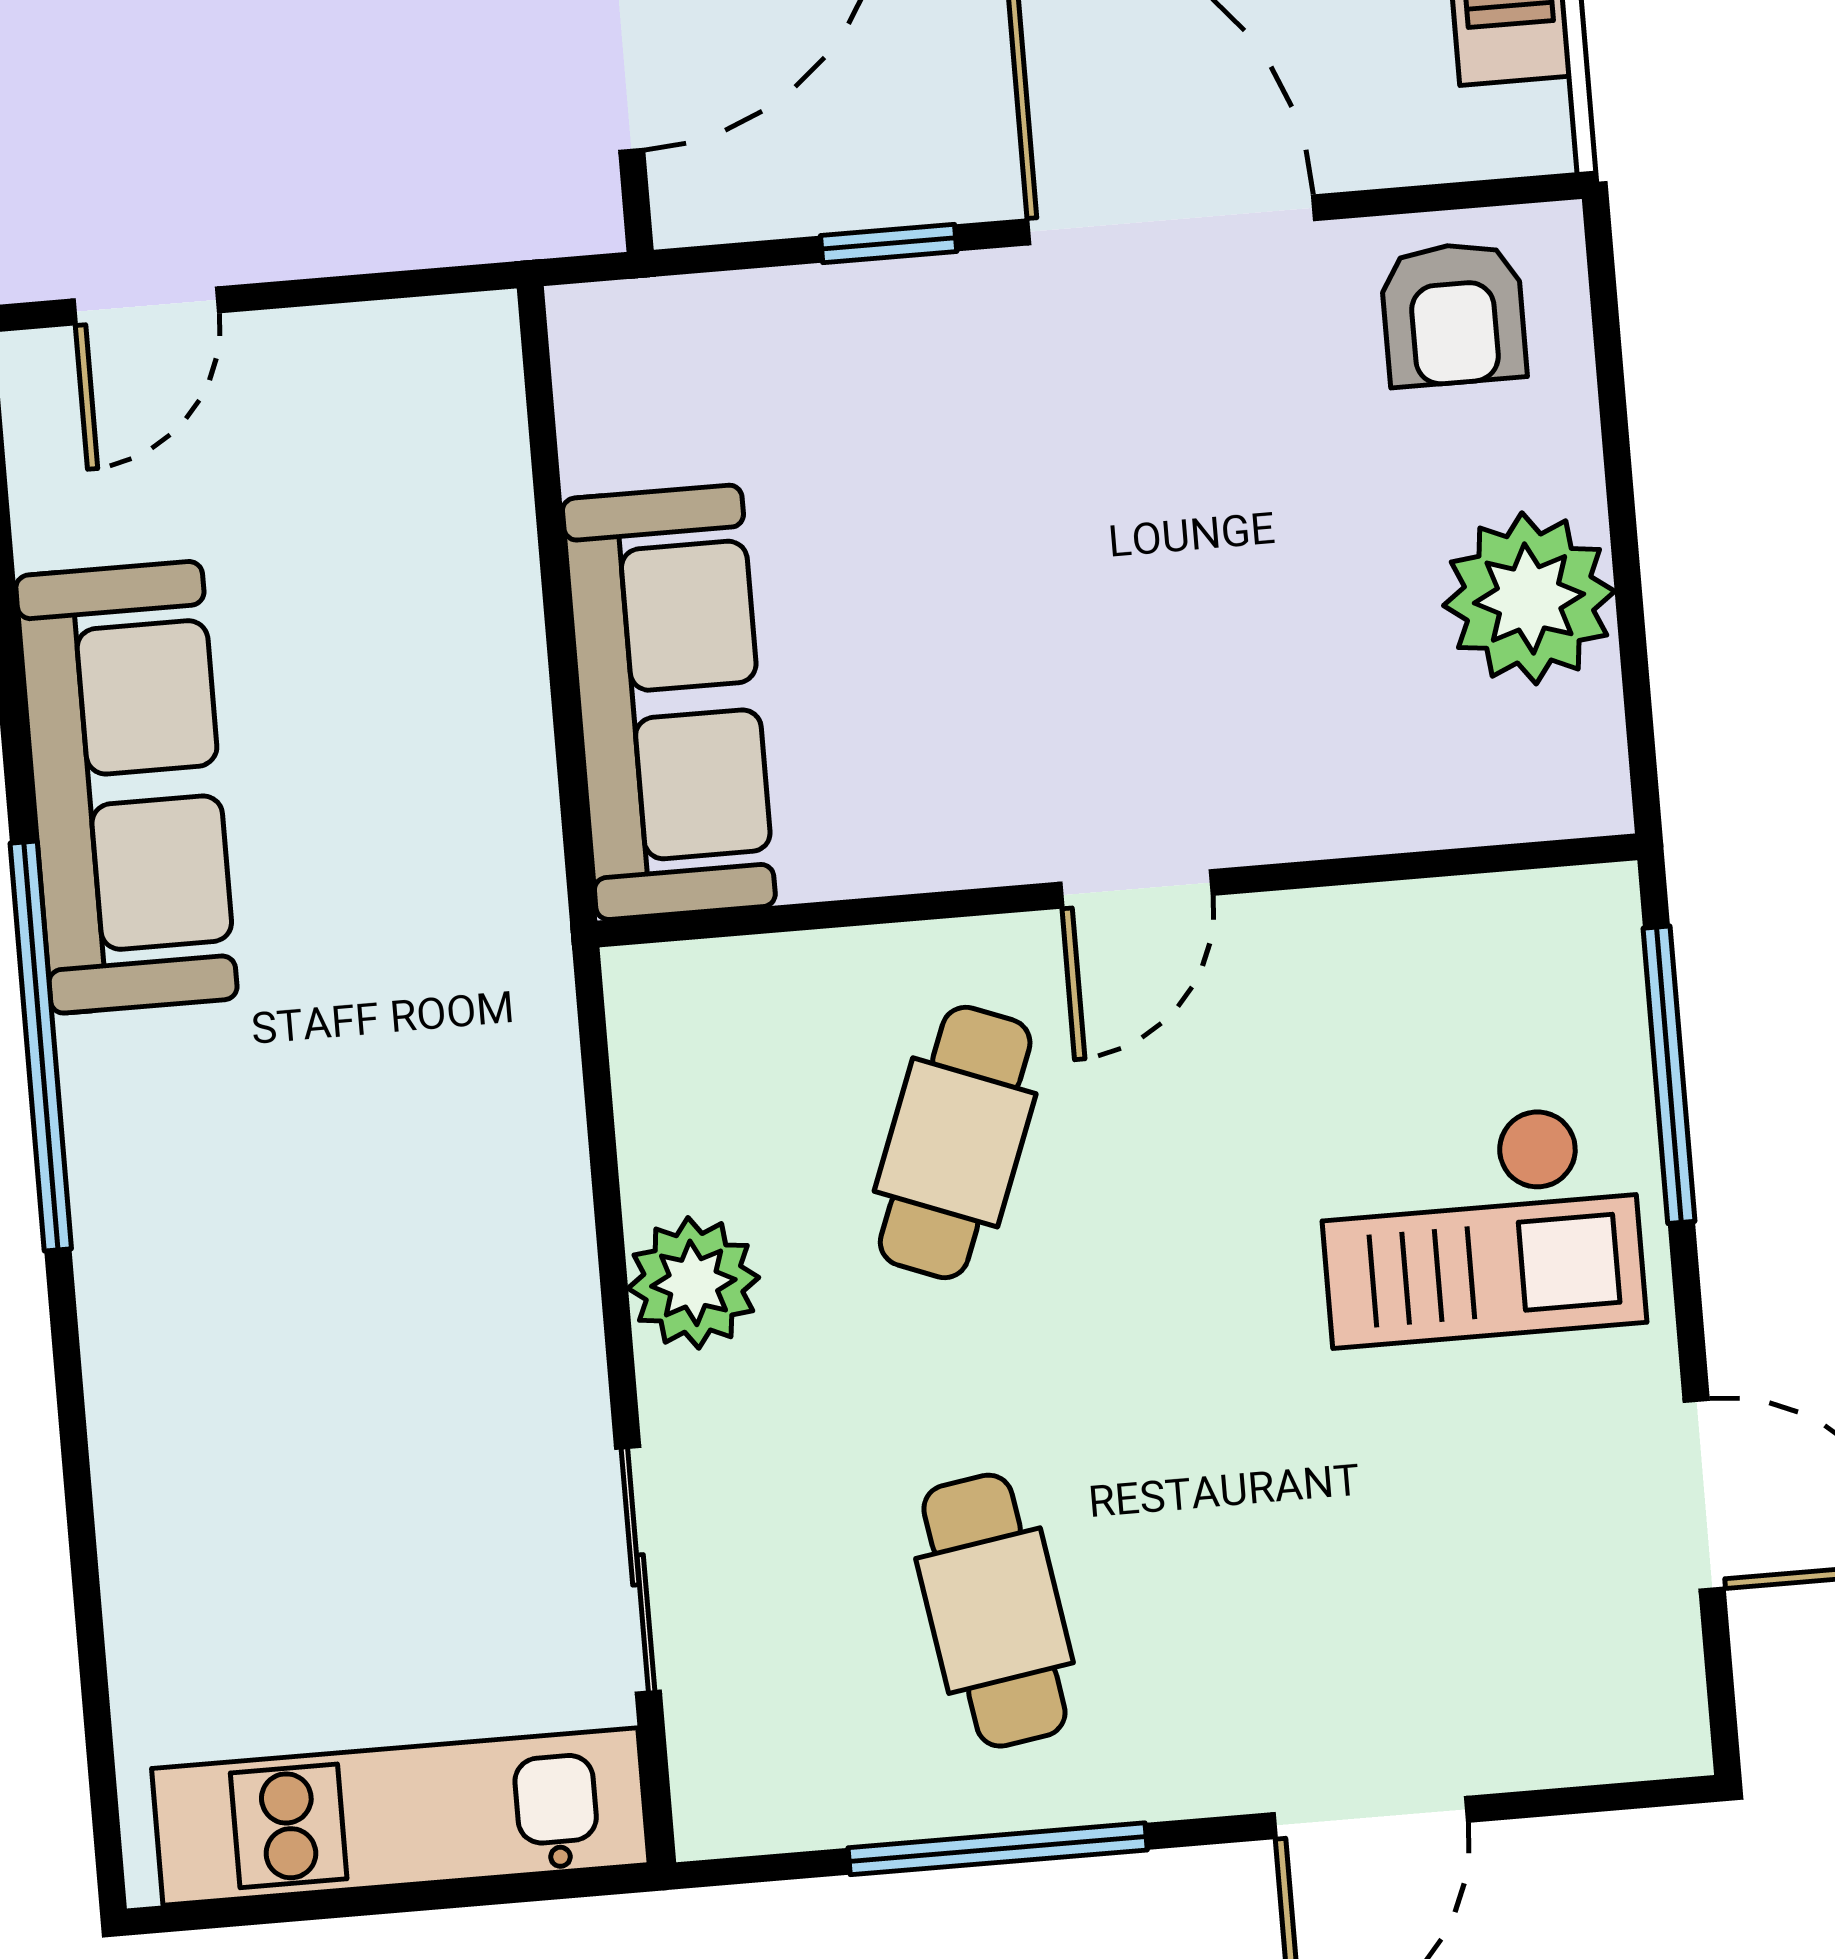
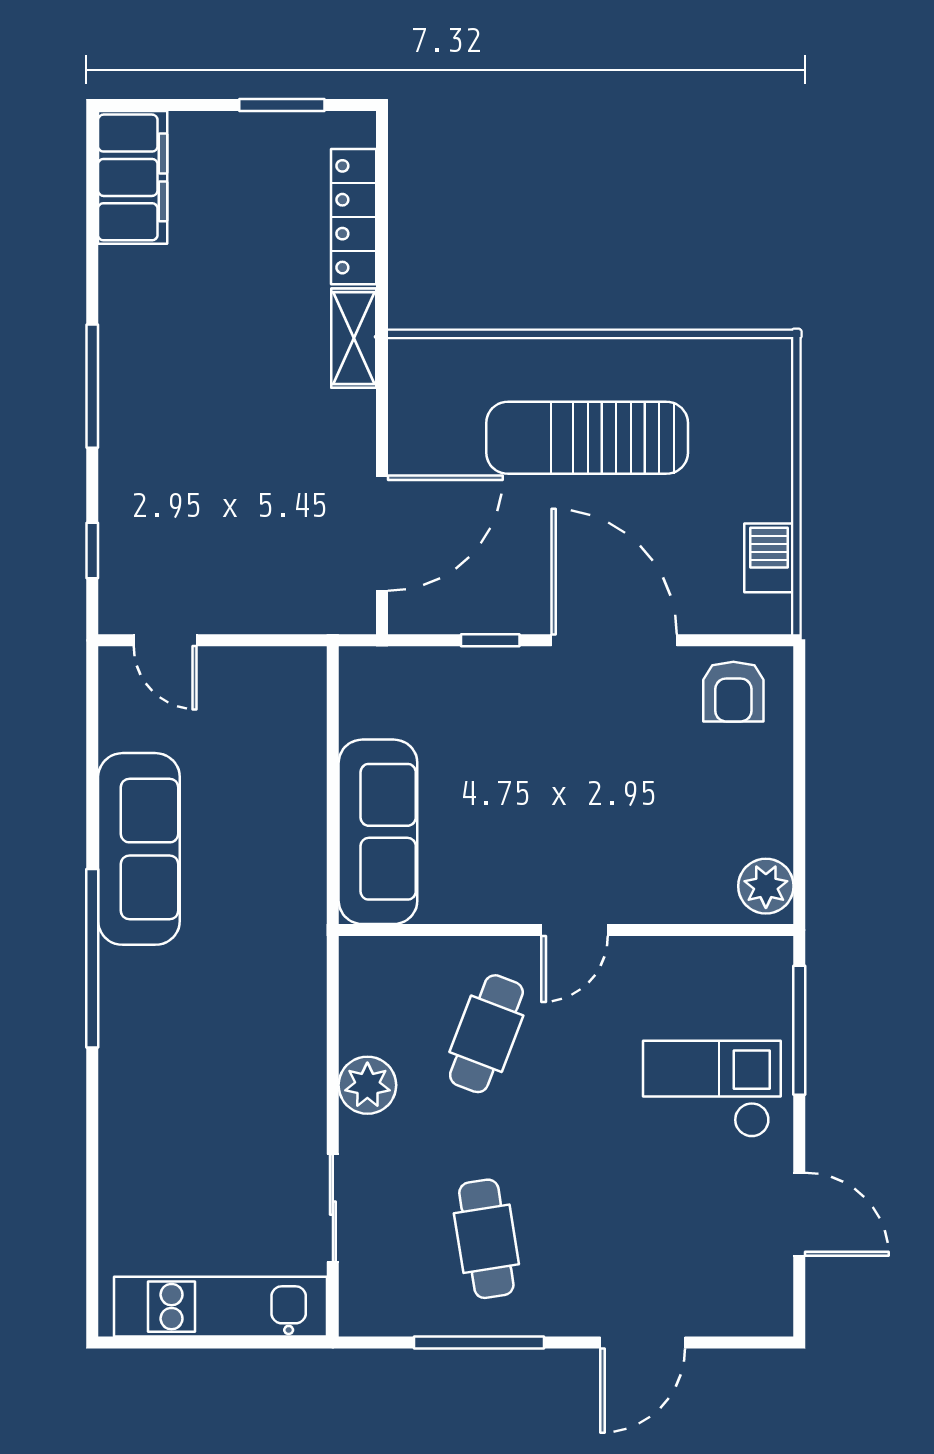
door: (146, 306) -> (165, 640), hinge flipped
plant: (1529, 598) -> (766, 886), moved, width x0.73, depth x0.73
checkout: (1481, 1225) -> (712, 1089), turned 180

